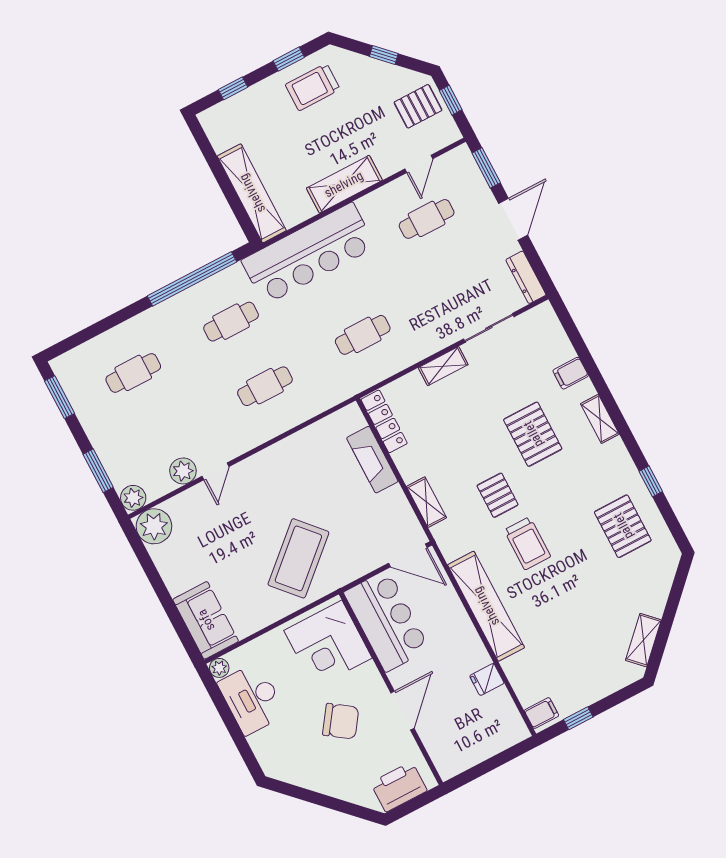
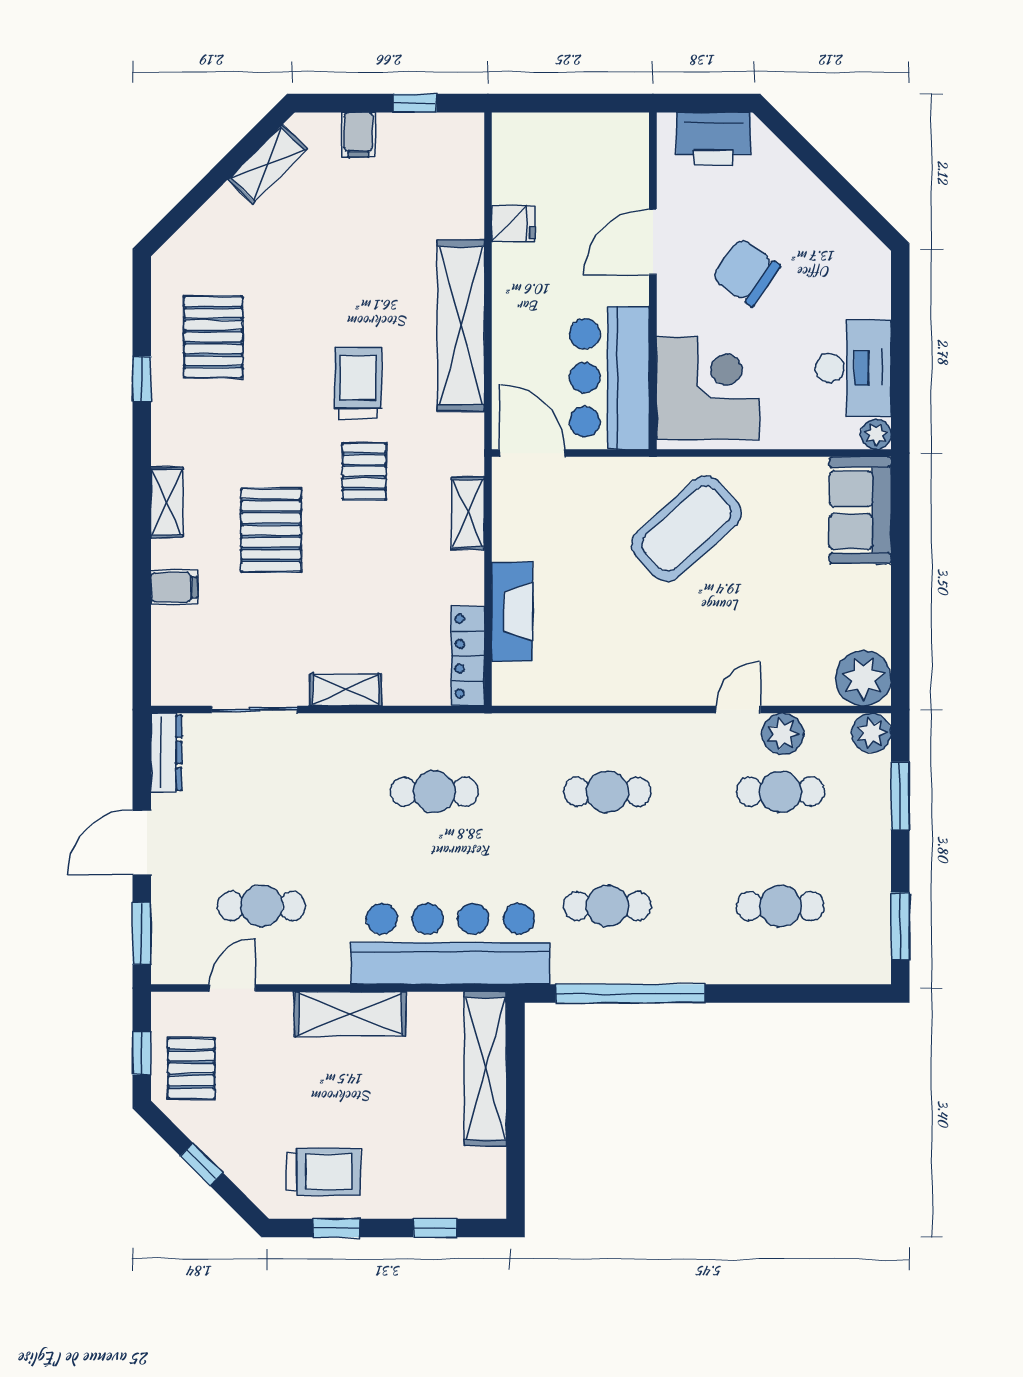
pallet: (418, 106) -> (191, 1068), turned 90
cafe table: (167, 438) -> (780, 792), added
filing cabinet: (542, 713) -> (358, 135), moved, turned -90

